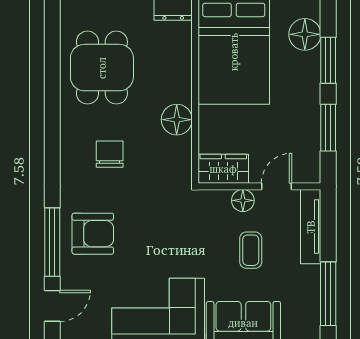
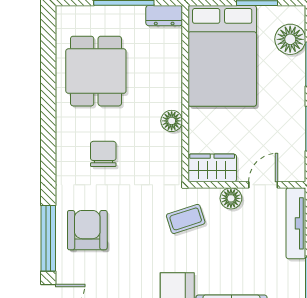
floor lamp: (177, 120) -> (172, 121), width x0.73, depth x0.73
armchair: (93, 234) -> (87, 230), turned -90
coffee table: (251, 250) -> (186, 219), moved, turned 72

